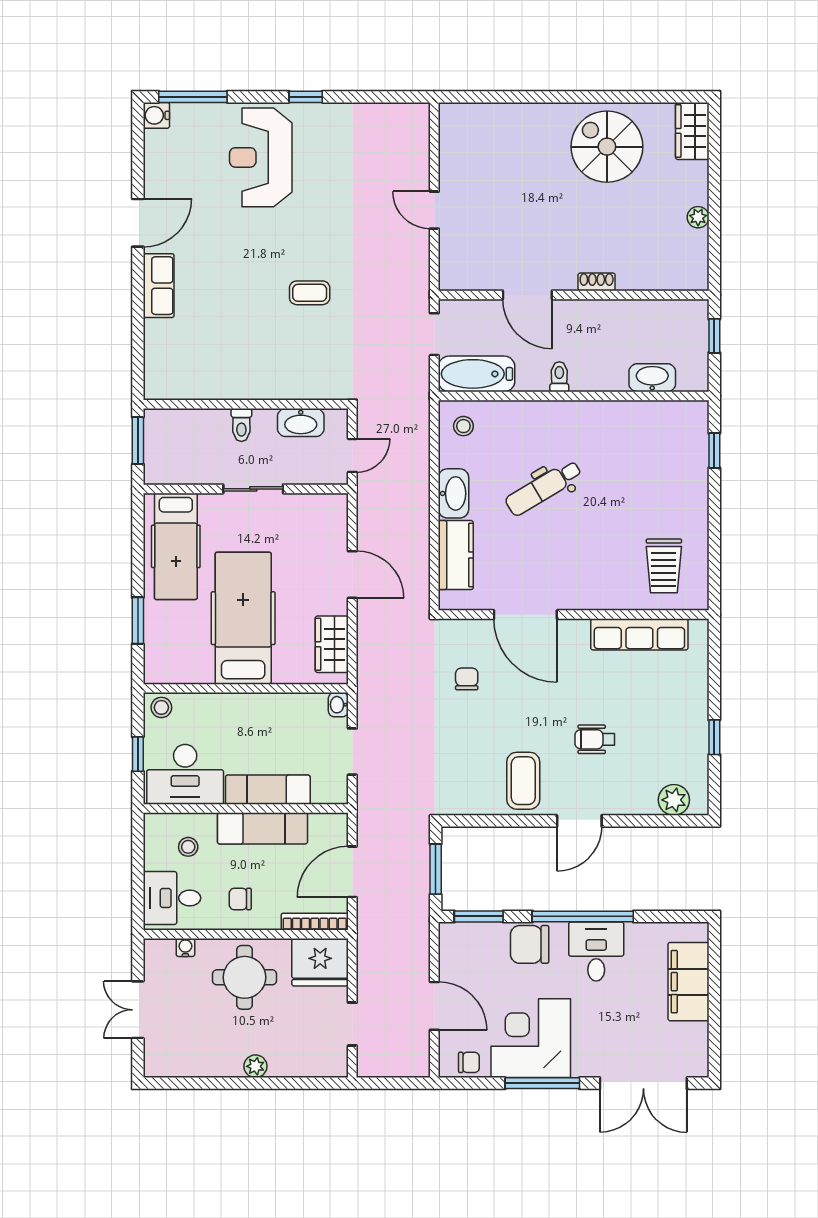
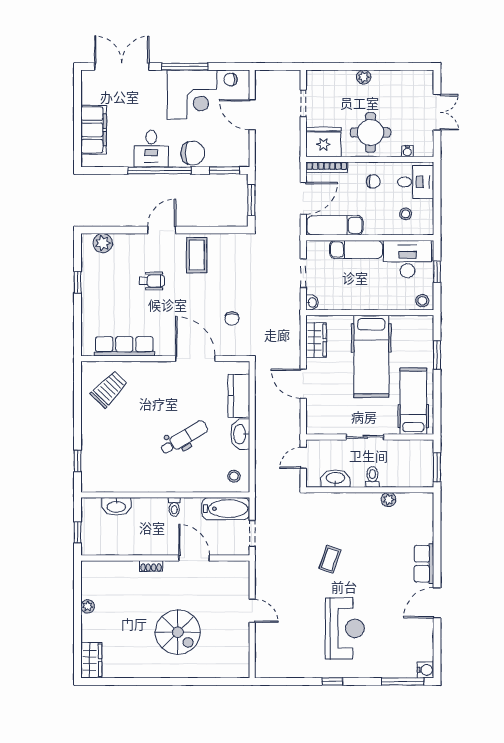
spiral stairs: (607, 147) -> (178, 632), moved
reception desk: (261, 157) -> (345, 628), moved
coffee table: (310, 293) -> (330, 559), turned -71
plant: (216, 389) -> (388, 500), added
trolley: (664, 566) -> (109, 389), turned 44
exam couch: (263, 828) -> (335, 225), moved

